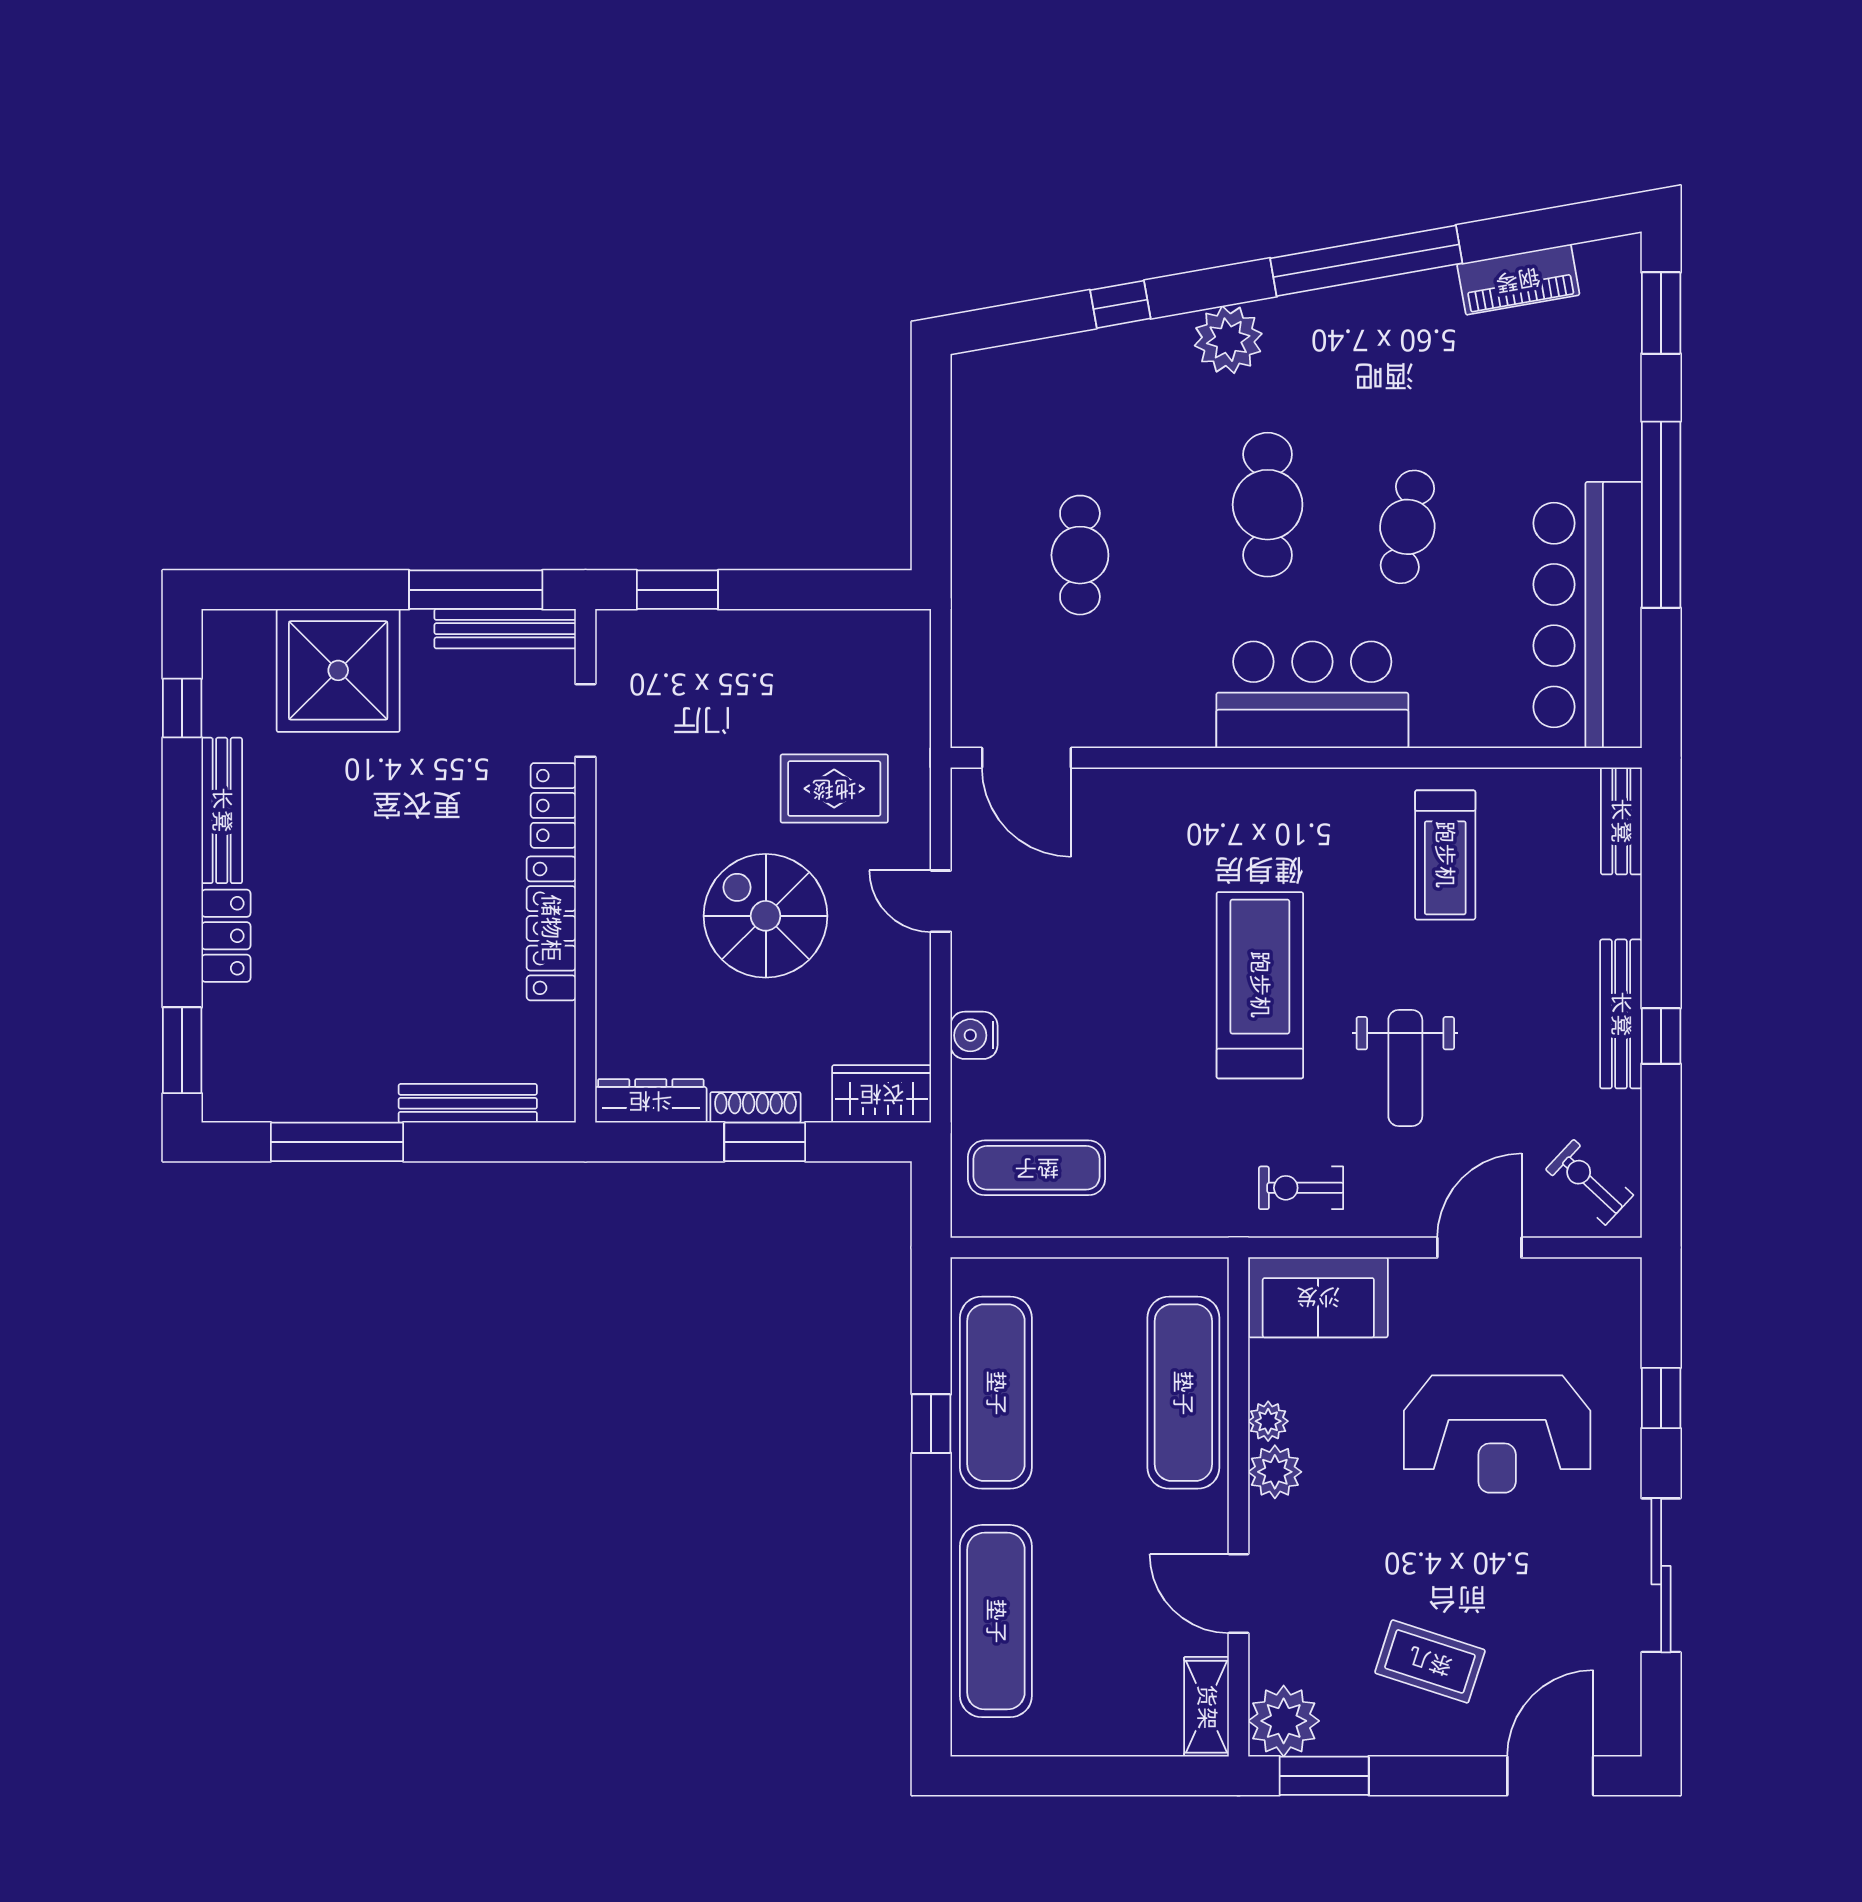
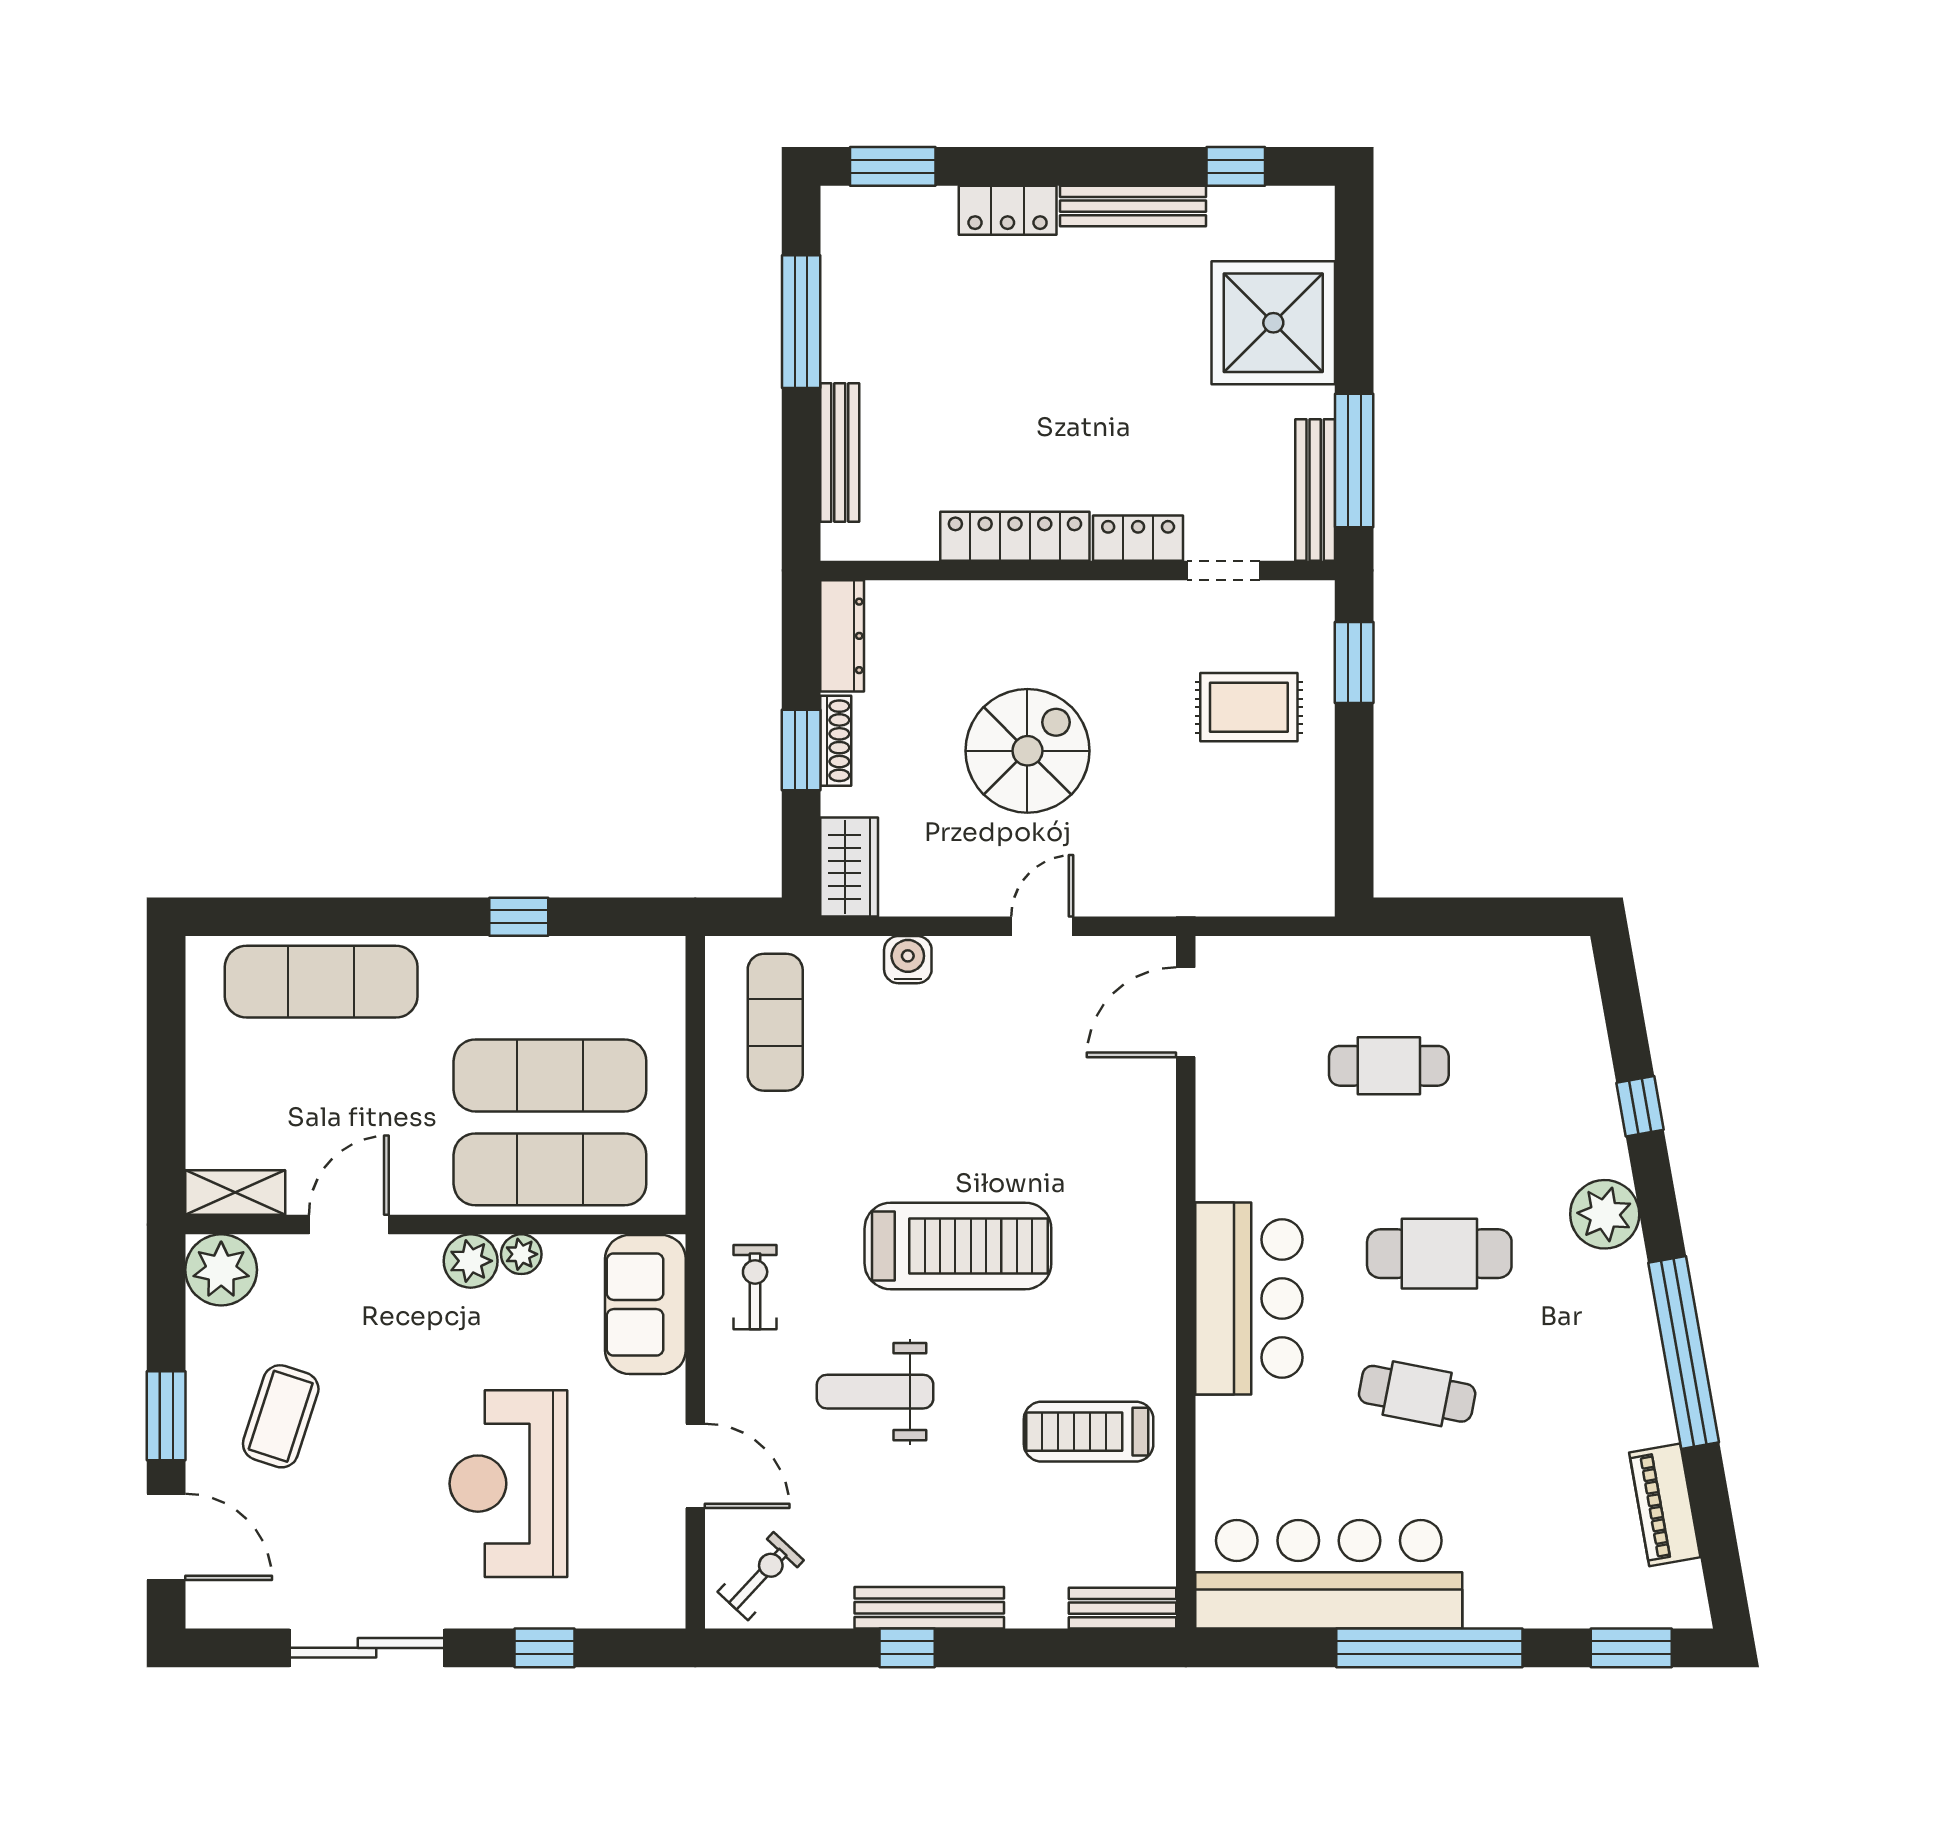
rug: (834, 789) -> (1249, 707), moved, turned 90
exercise mat: (996, 1393) -> (550, 1075), moved
window: (1324, 1776) -> (166, 1416), moved

